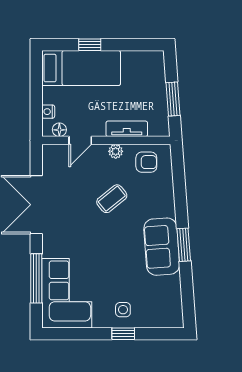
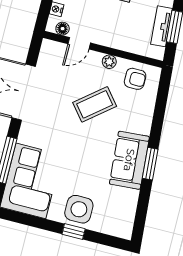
tv unit: (127, 129) -> (162, 26), moved, turned -94
coffee table: (112, 199) -> (95, 104), width x1.36, depth x1.30
side table: (123, 310) -> (79, 209), width x1.87, depth x1.87

